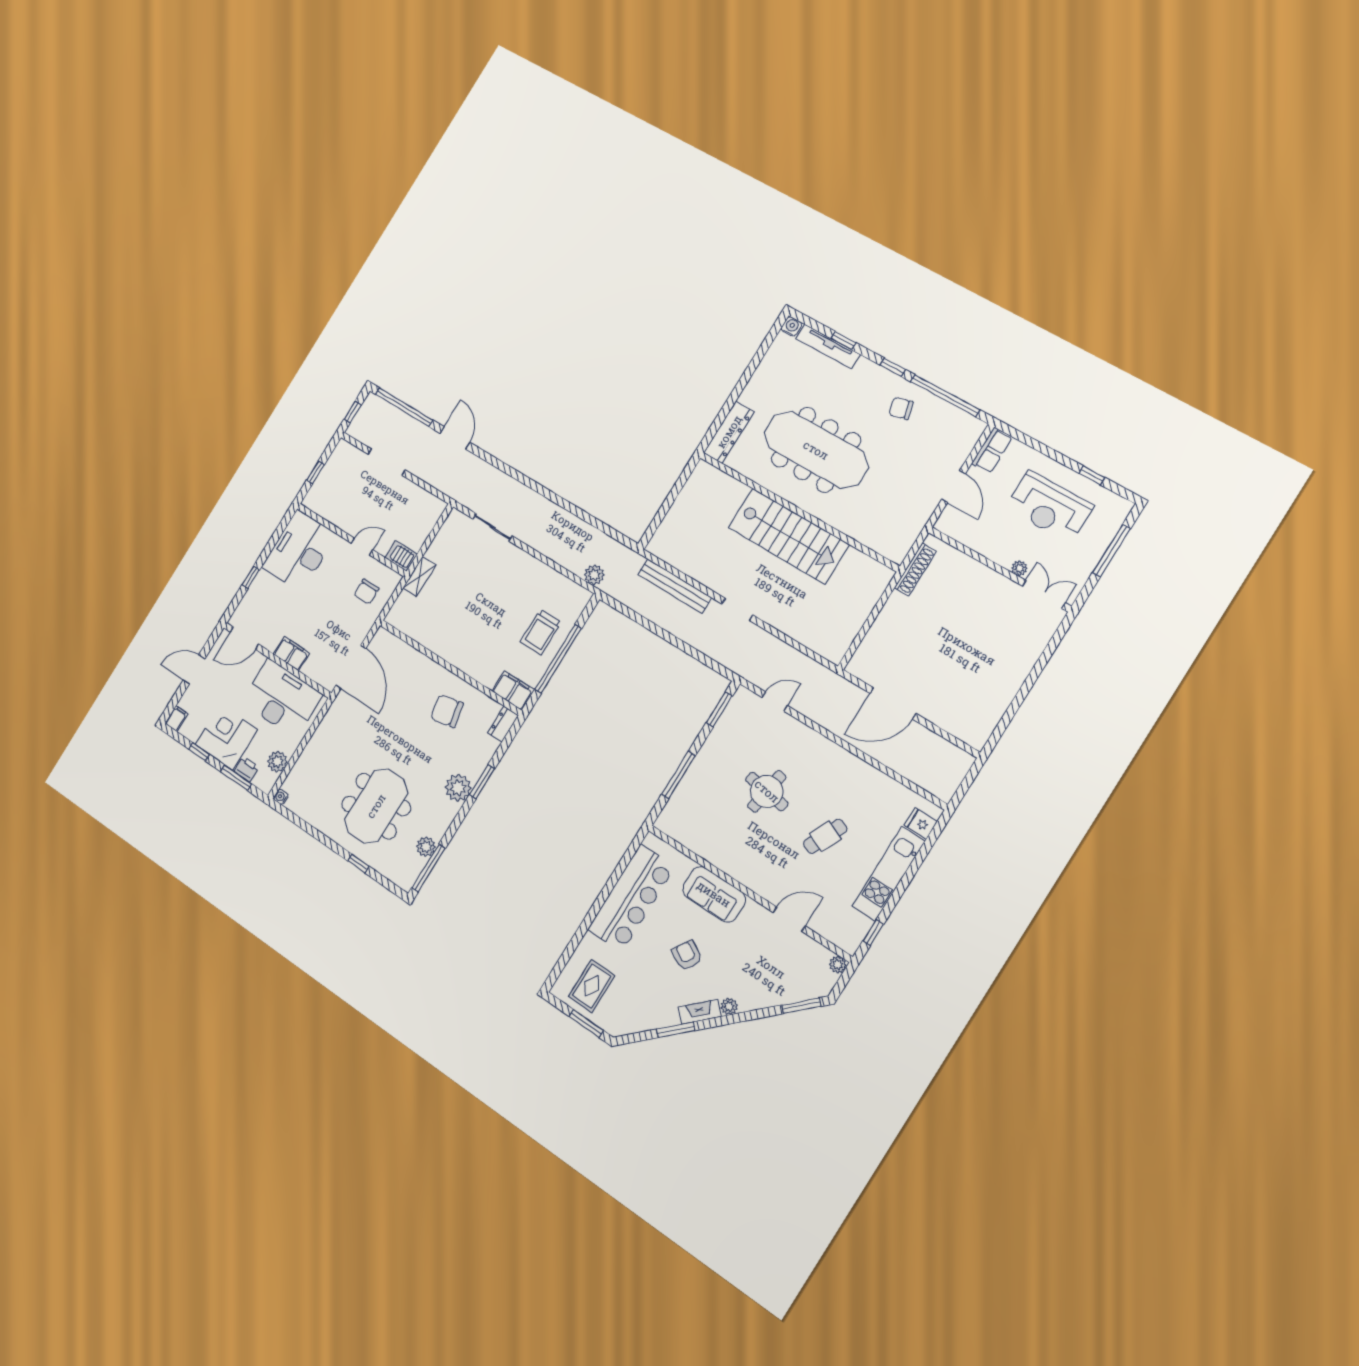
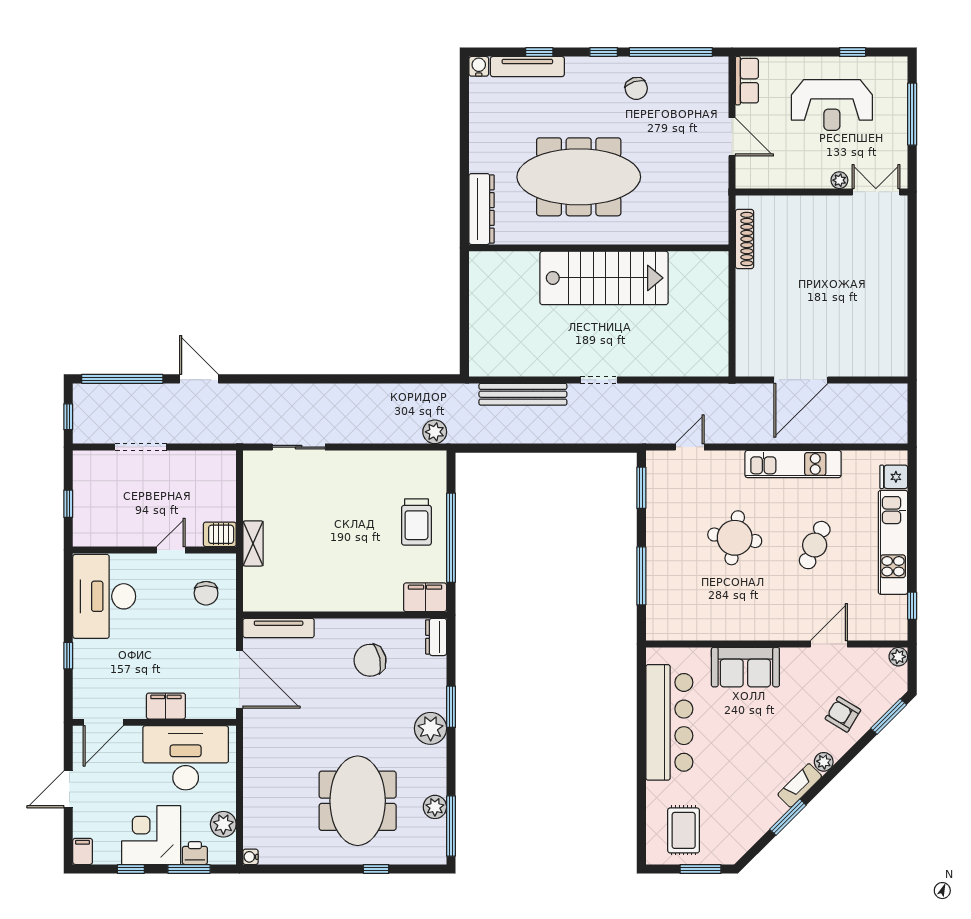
chair: (901, 408) -> (636, 88), turned -93
tv unit: (399, 647) -> (279, 628), added
kitchen unit: (847, 764) -> (793, 464), added
armchair: (687, 955) -> (843, 714), moved

